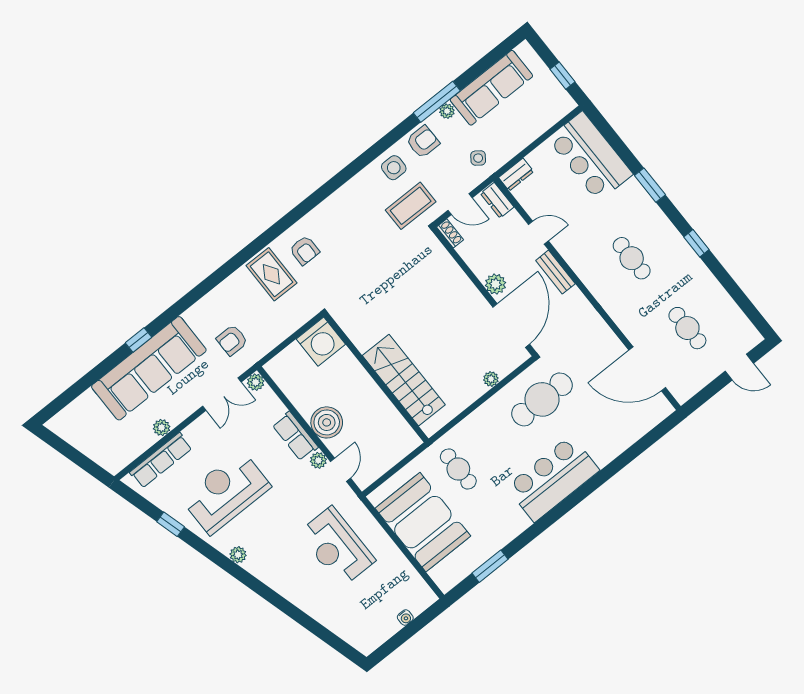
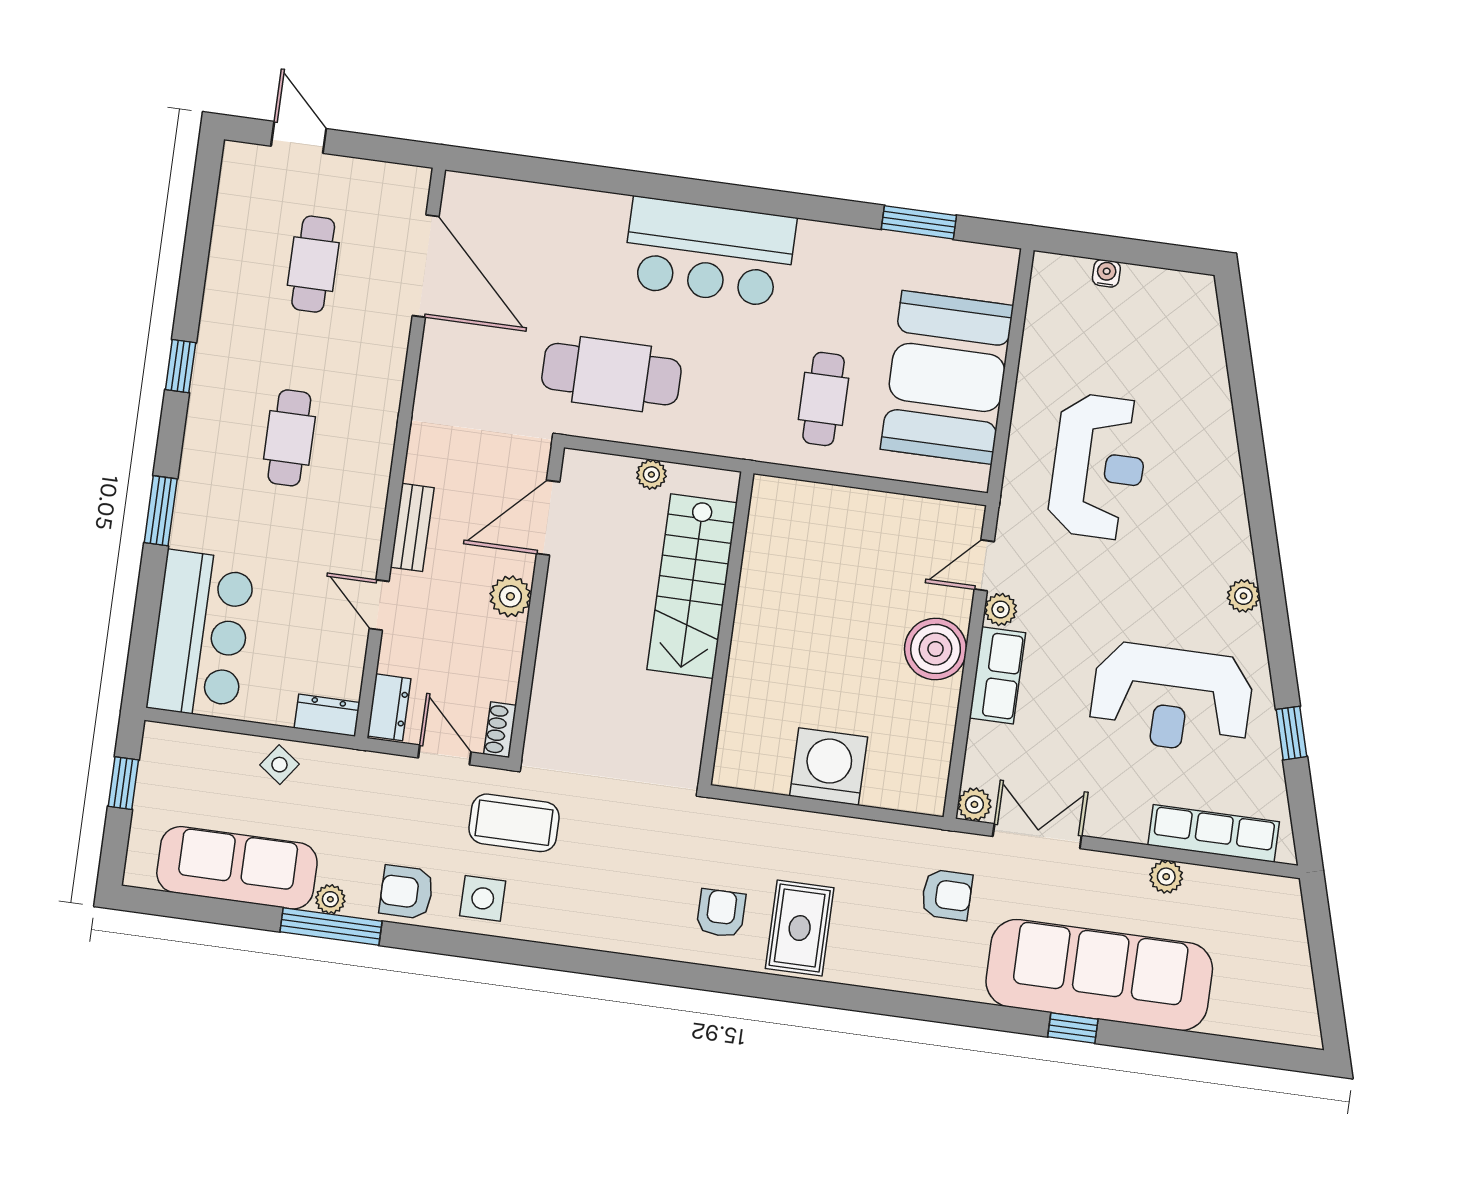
side table: (478, 158) -> (279, 765), moved
door: (511, 326) -> (548, 518), width x0.73
wall: (376, 378) -> (726, 628), moved
stairs: (404, 380) -> (692, 586), moved

